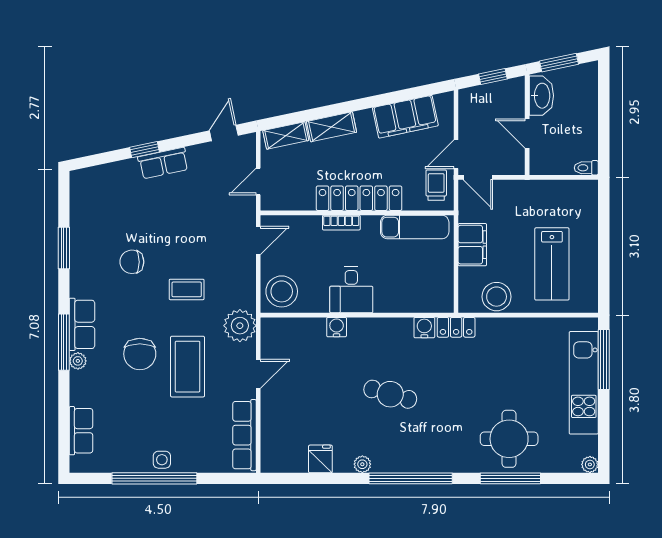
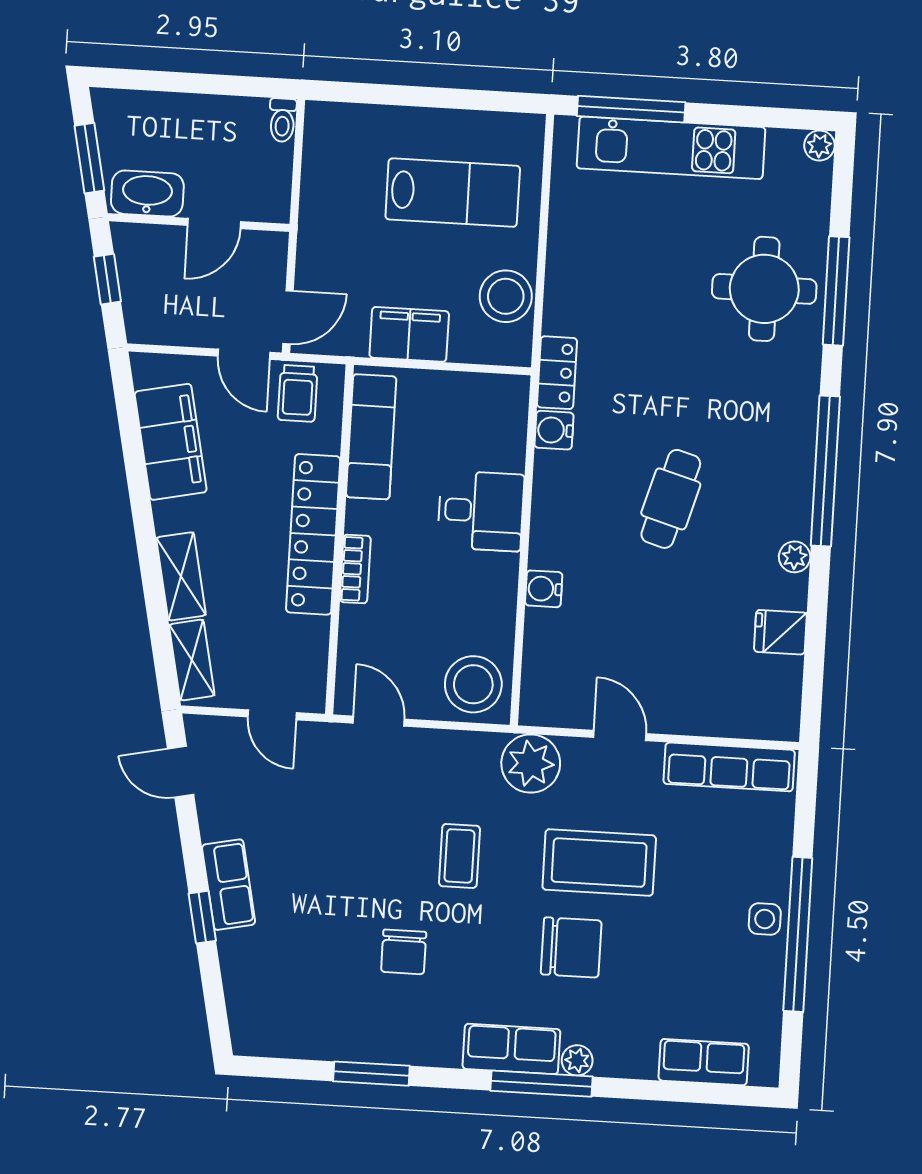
trolley: (436, 185) -> (298, 393), turned -90
desk: (351, 290) -> (481, 511), moved

